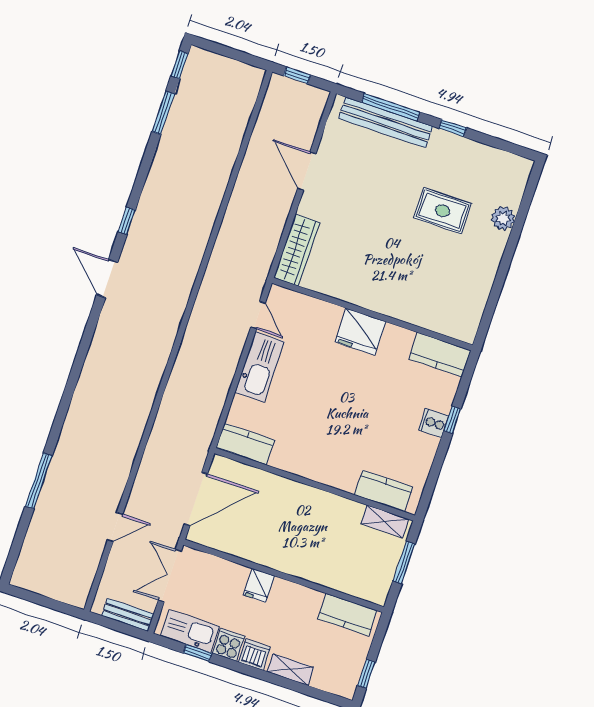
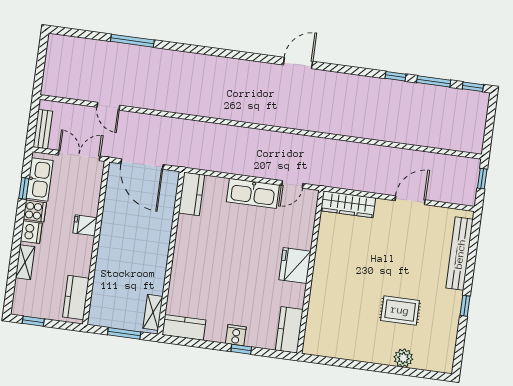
window: (391, 107) -> (472, 255), removed
rug: (443, 211) -> (400, 310), turned 90
window: (127, 221) -> (396, 76), moved
kitchen counter: (383, 491) -> (184, 327), moved, turned -90

